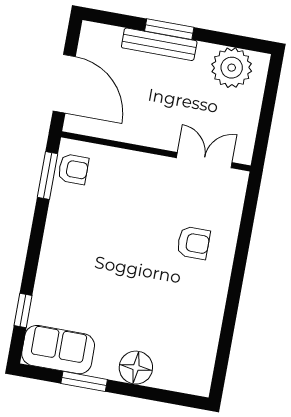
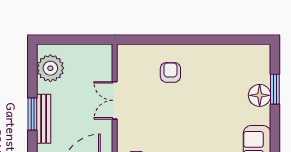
double door: (204, 160) -> (115, 100), moved
window: (84, 381) -> (275, 89), moved

